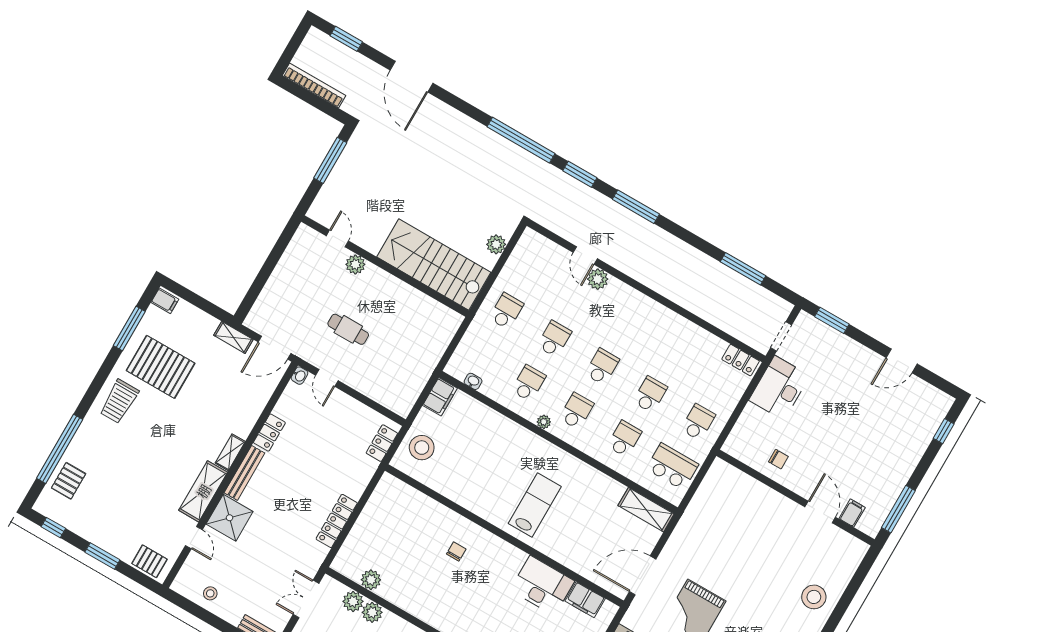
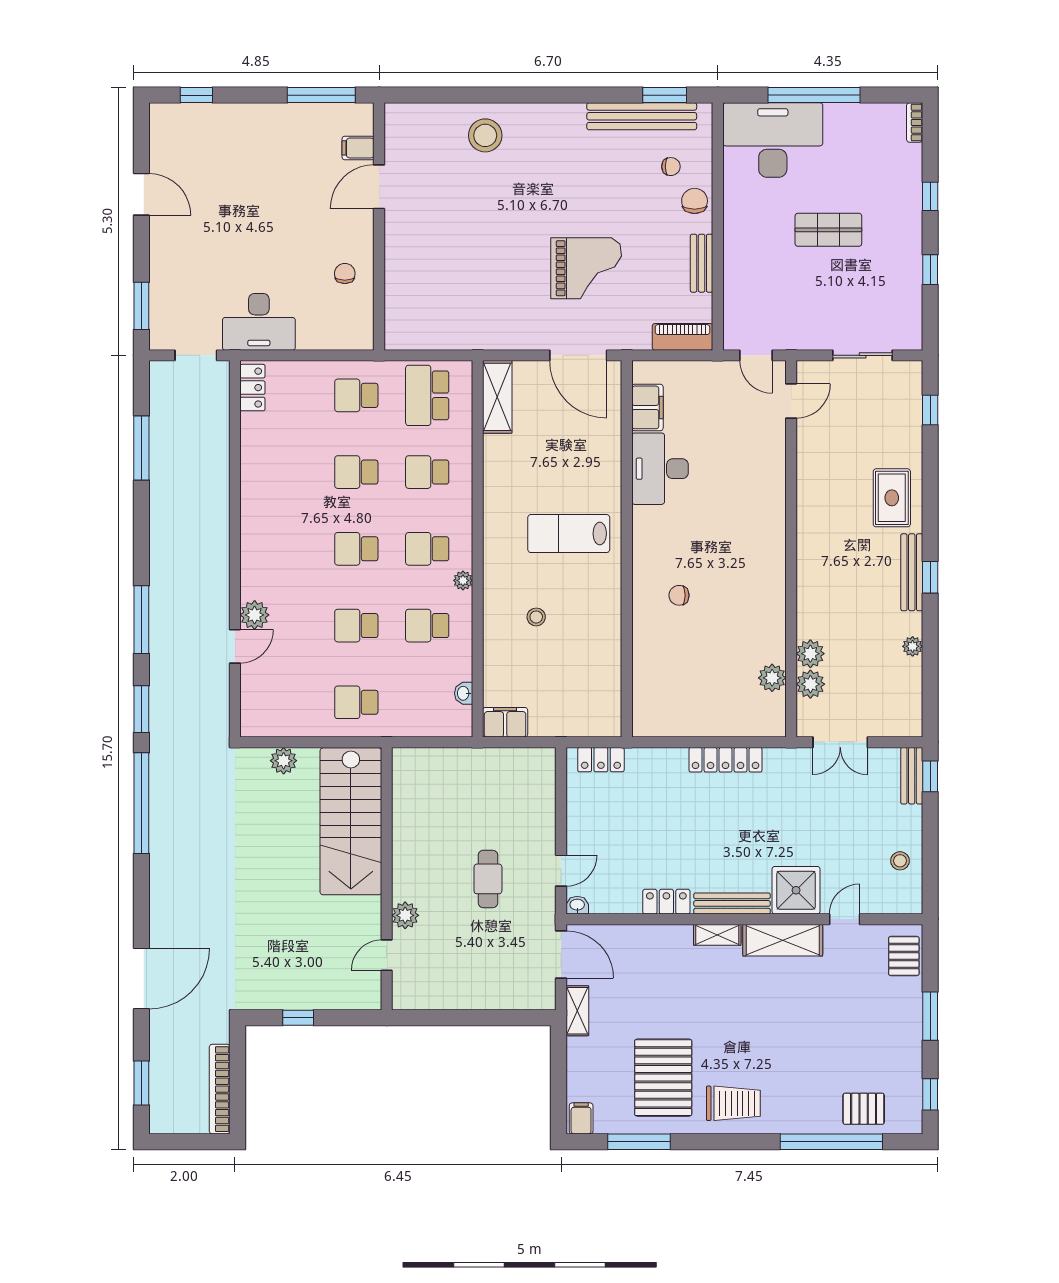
window: (330, 160) -> (298, 1018), width x0.46
stool: (422, 448) -> (536, 617), moved, width x0.53, depth x0.53

